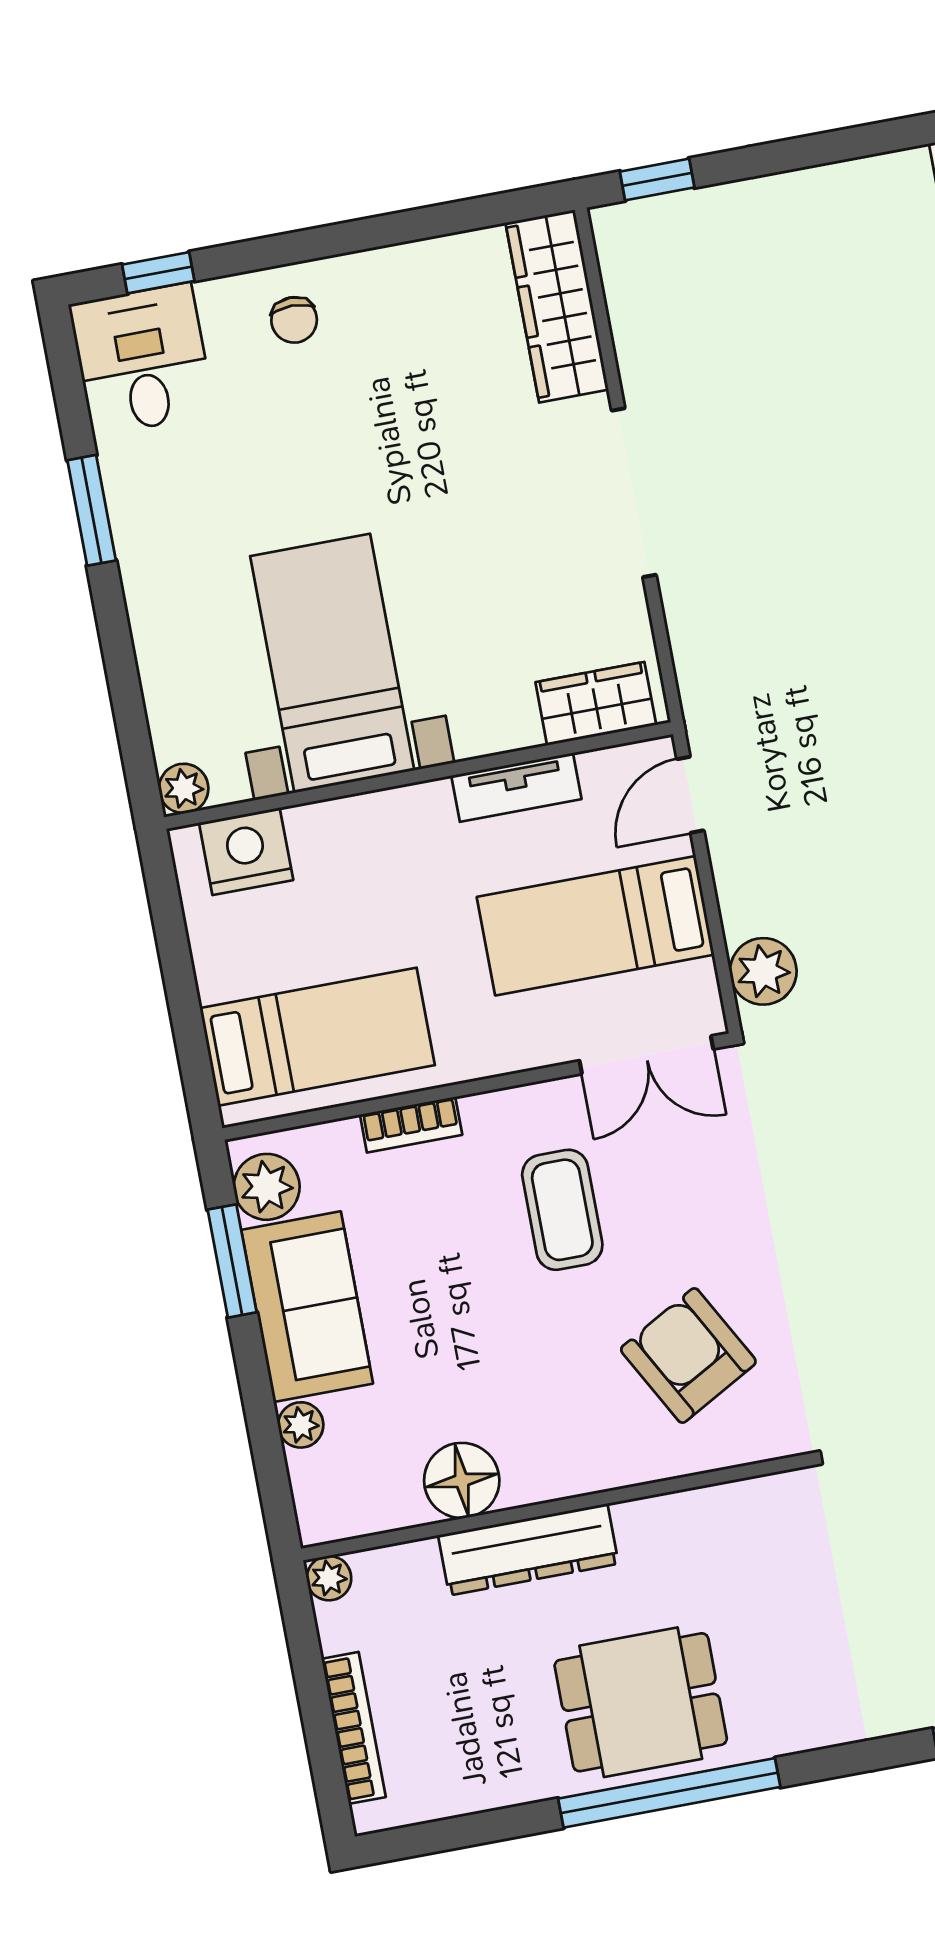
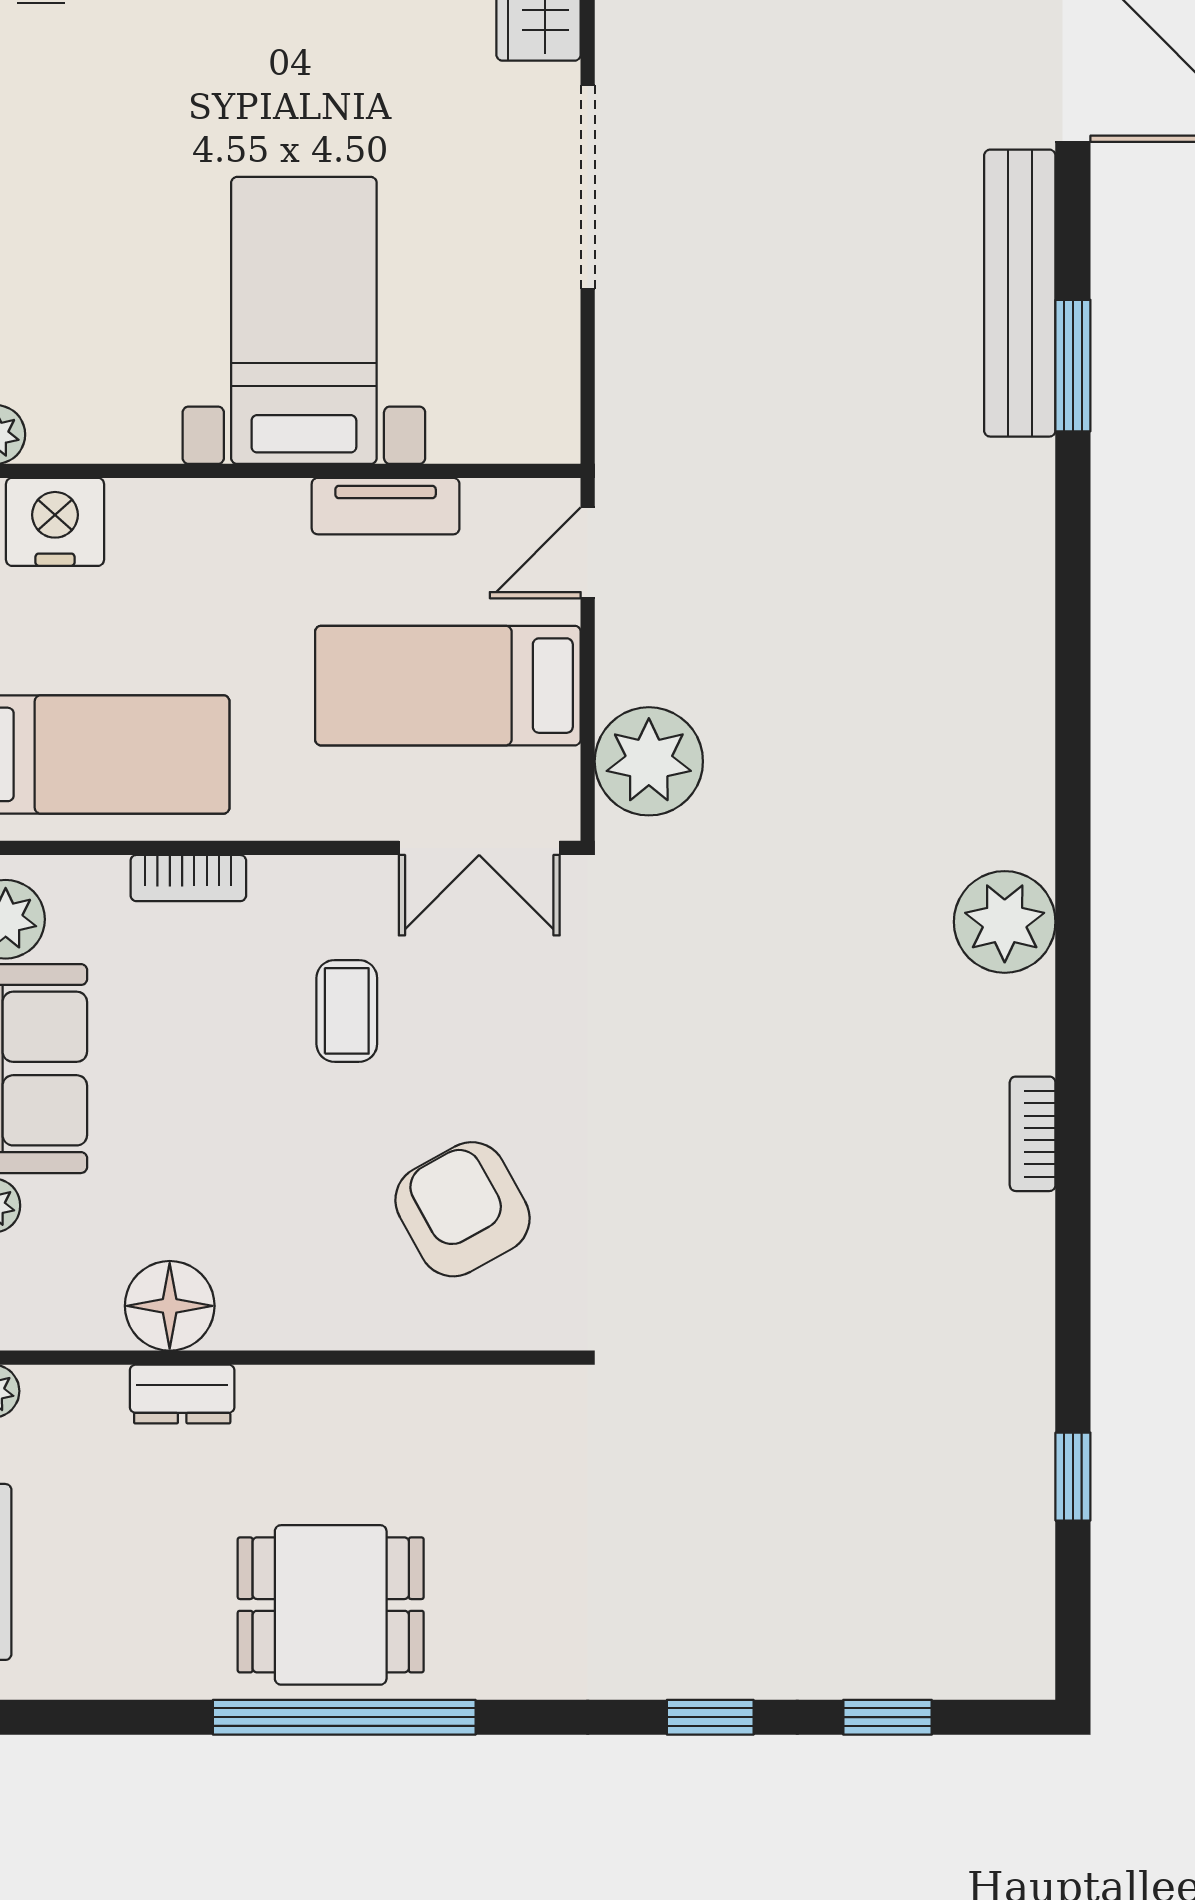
bed with nightstands: (332, 663) -> (304, 320), moved
wardrobe: (596, 704) -> (497, 426), removed
plant: (763, 971) -> (649, 761), width x1.36, depth x1.36
coffee table: (562, 1210) -> (347, 1011), width x0.73, depth x0.77
dresser: (528, 1549) -> (182, 1394), width x0.51, depth x0.80

